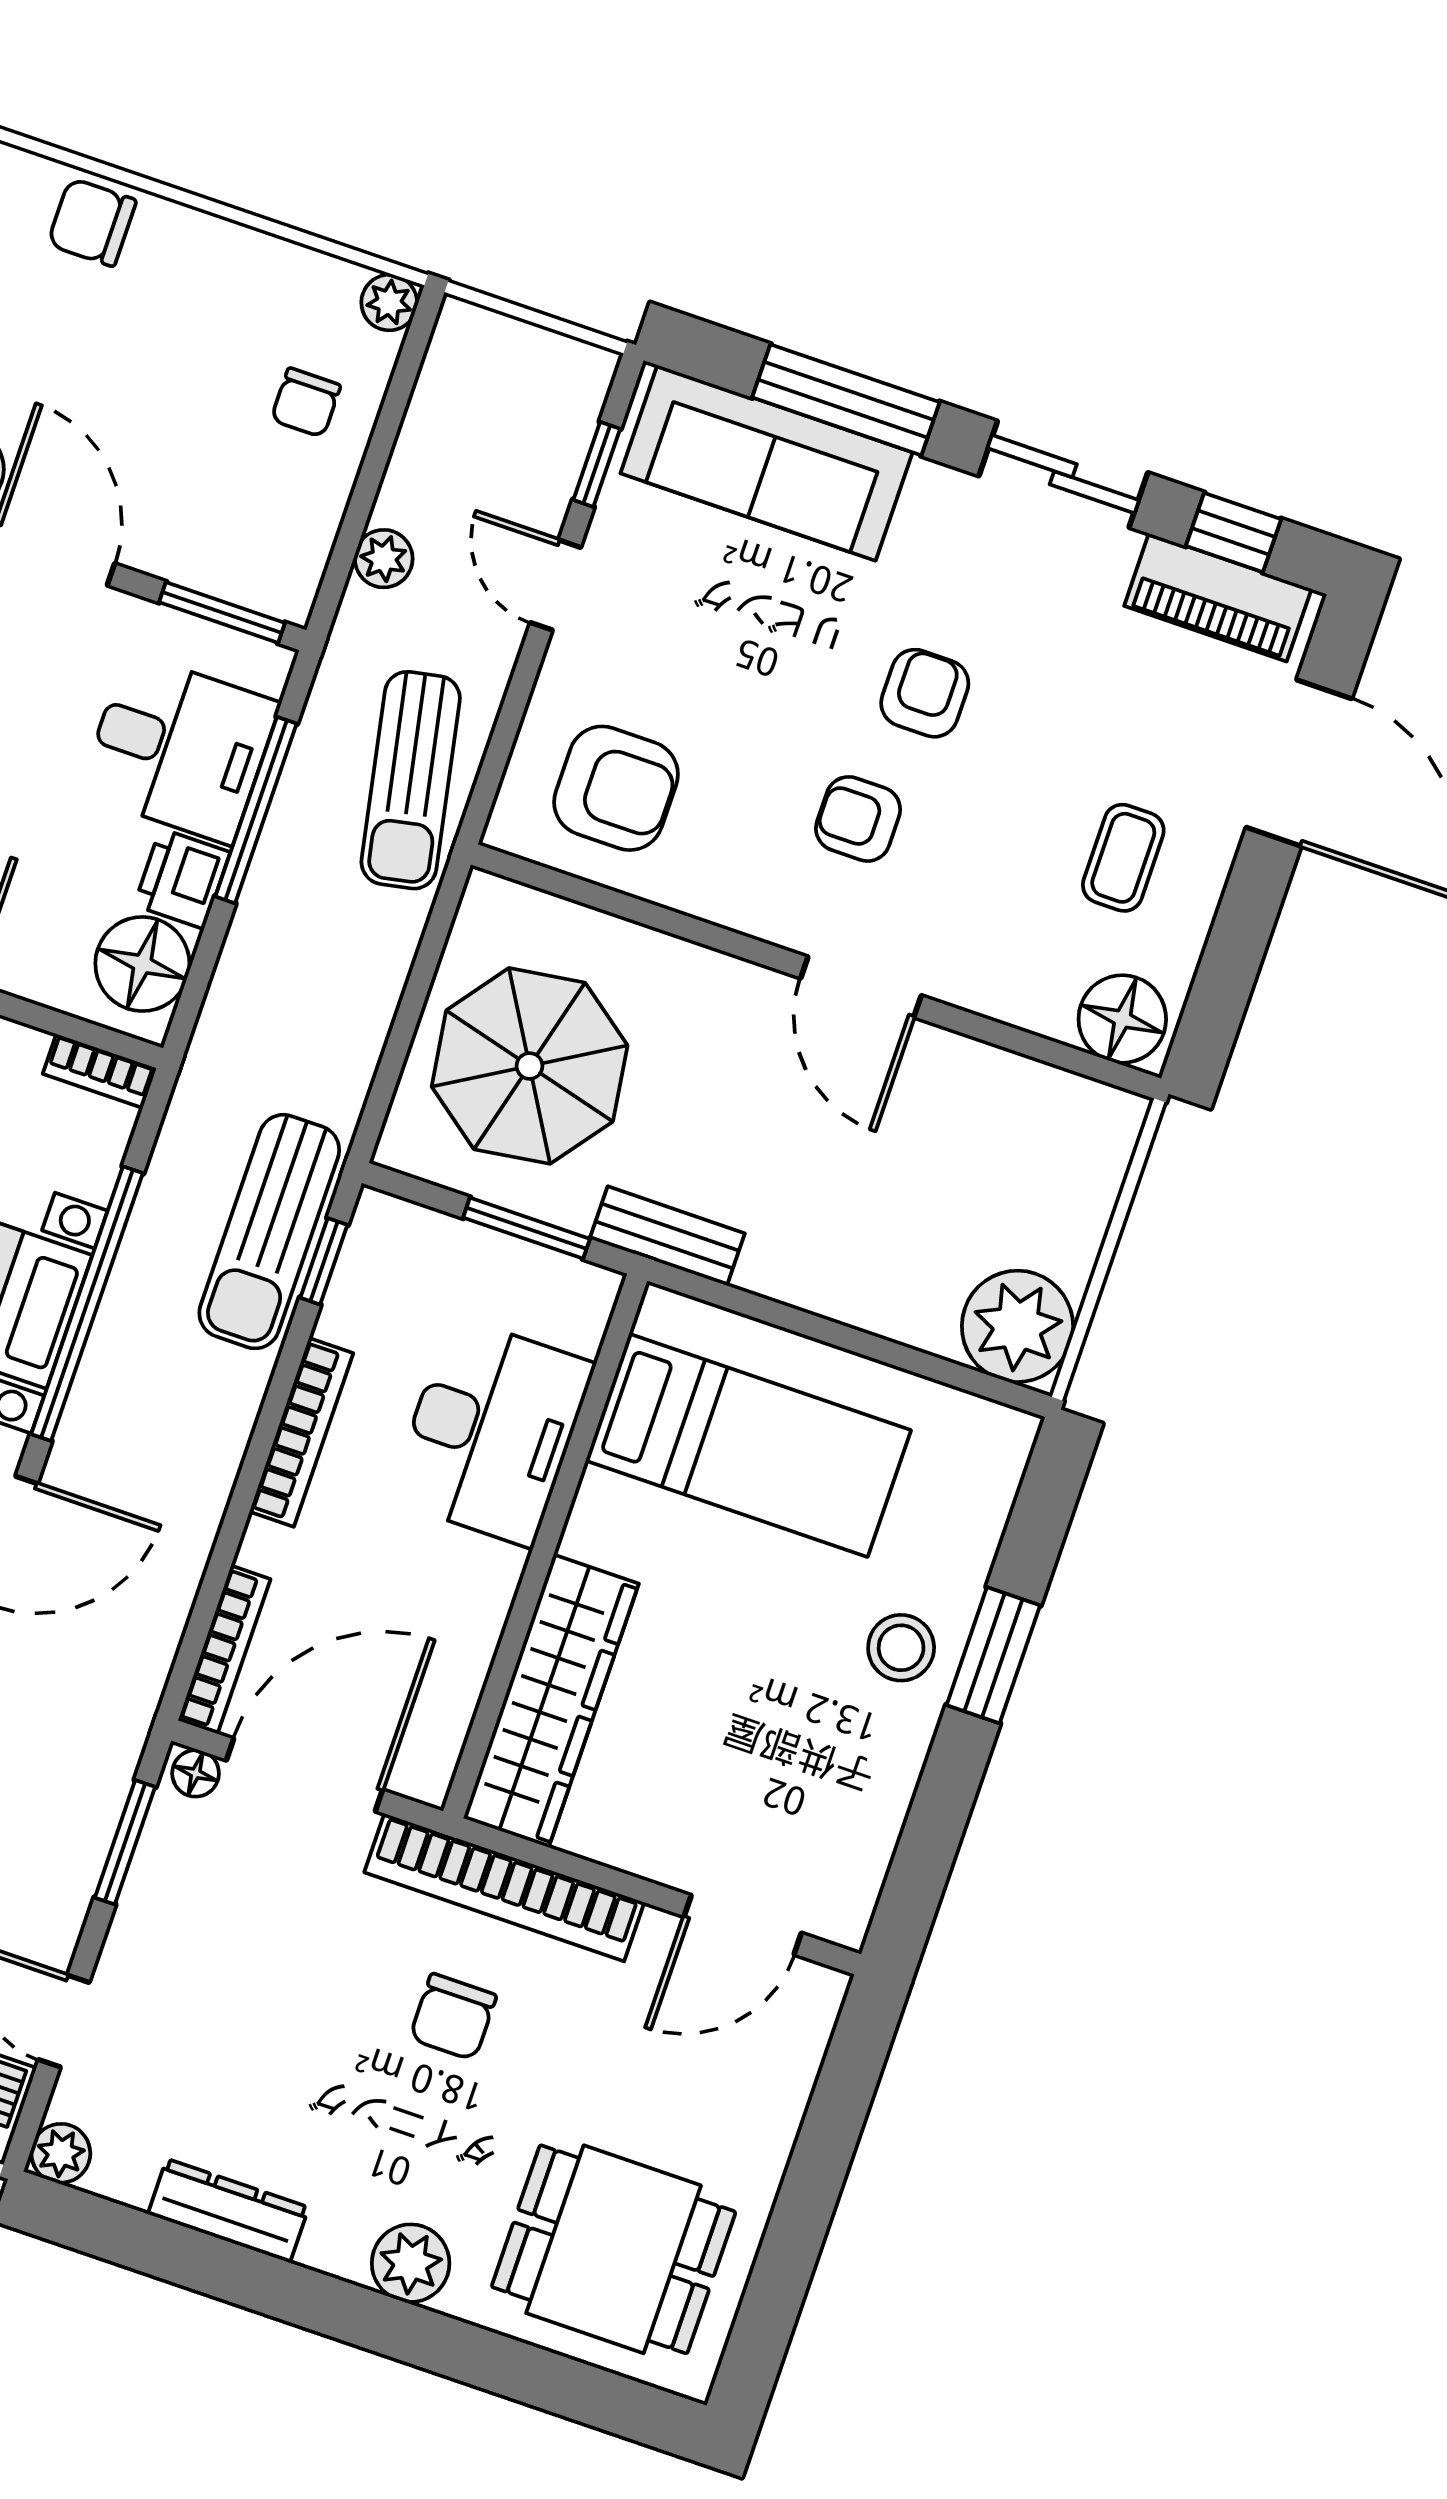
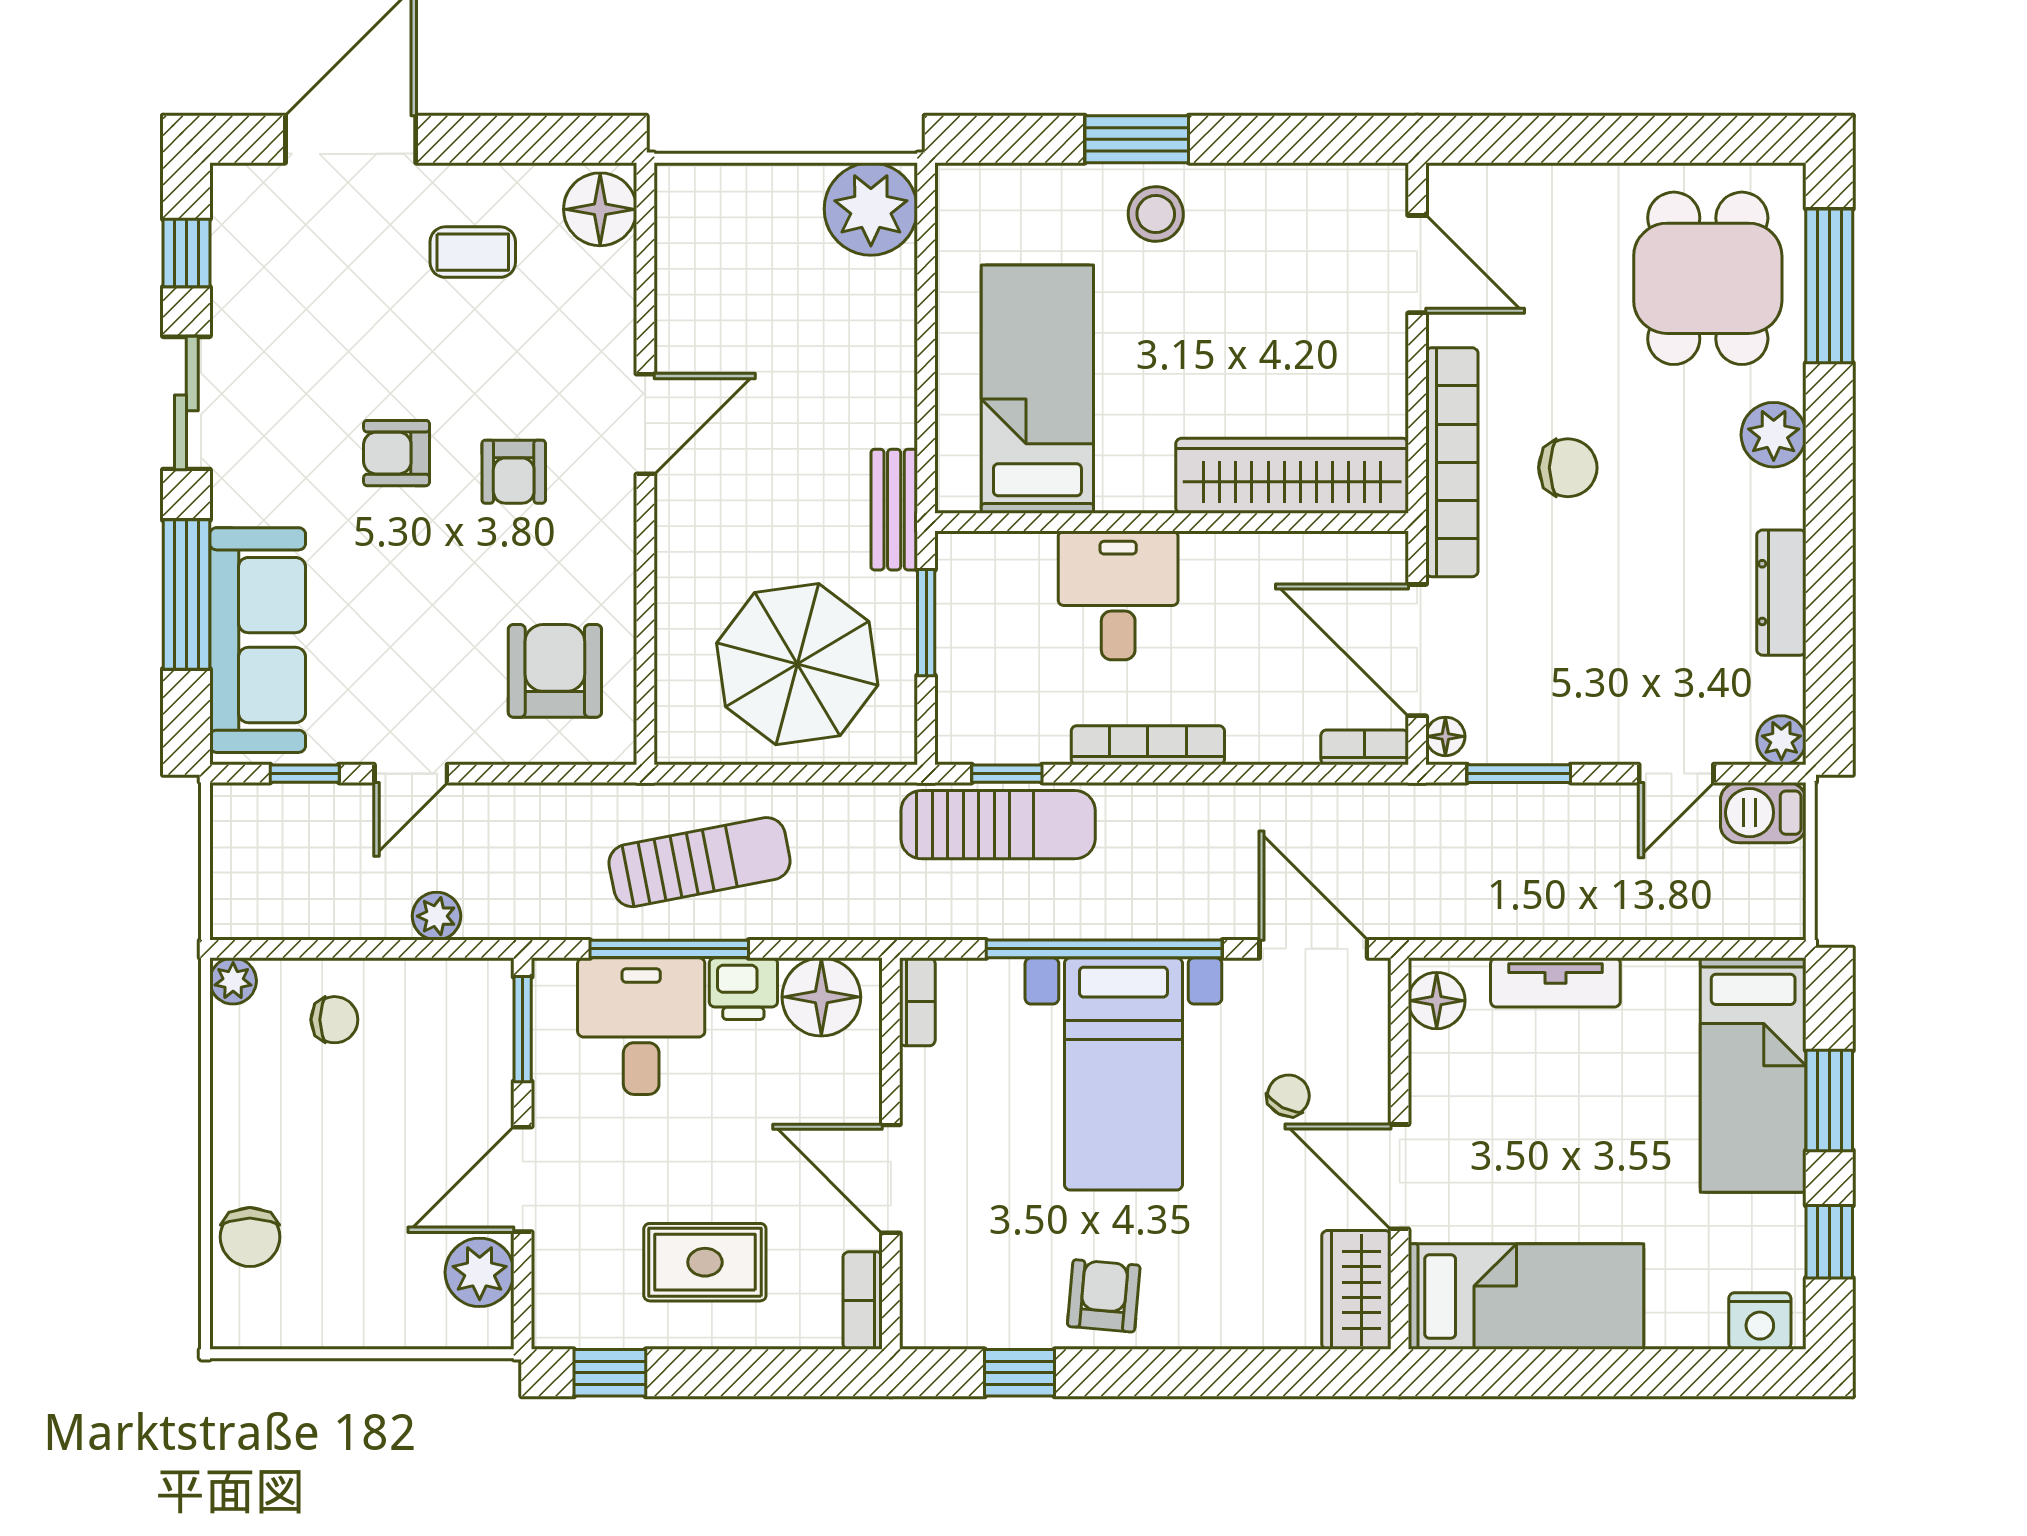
piano: (1218, 597) -> (242, 248), removed
sun lounger: (411, 780) -> (700, 862), moved
desk: (491, 1432) -> (1118, 595), width x0.73
bookcase: (224, 1650) -> (1365, 747), width x0.64
window: (558, 2384) -> (1829, 286), added

